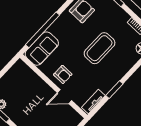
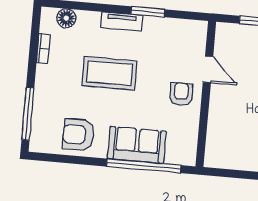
sofa: (42, 49) -> (137, 145), moved
tv unit: (93, 102) -> (122, 21), moved

